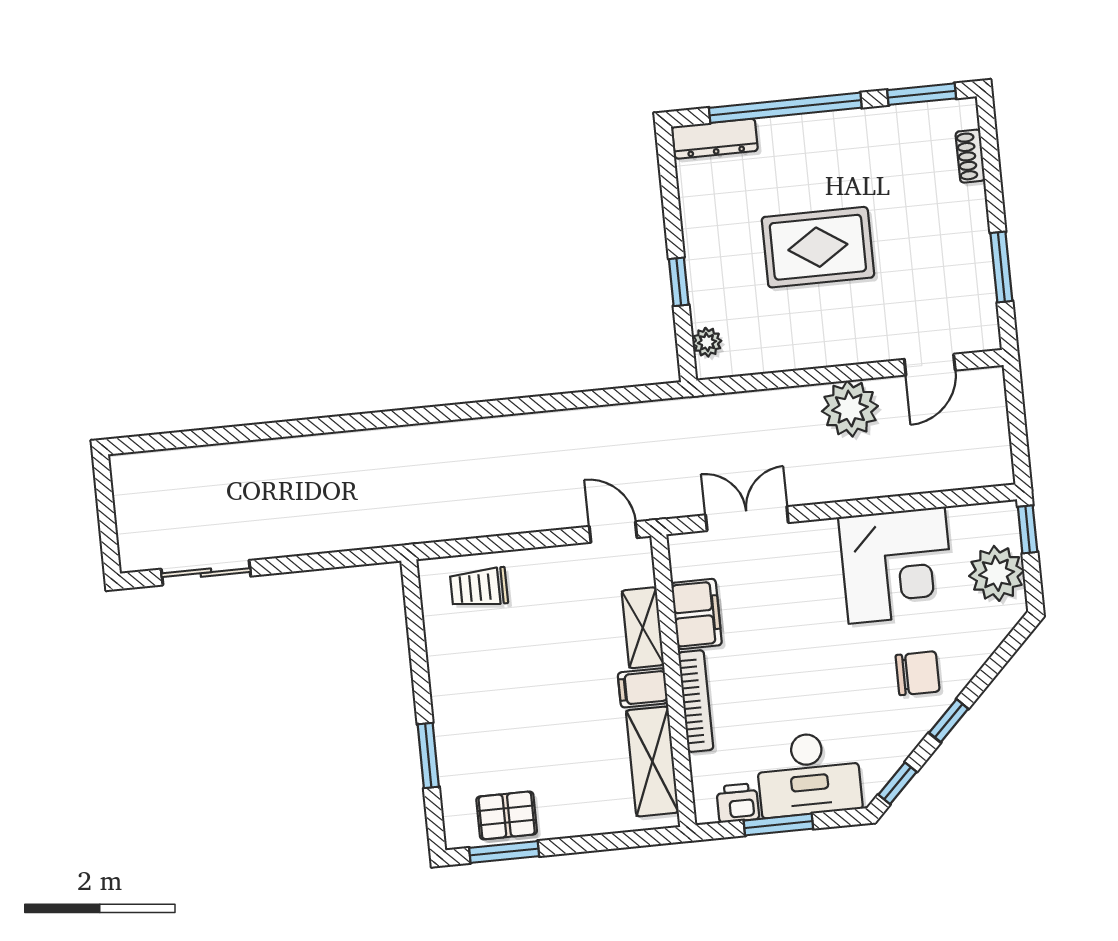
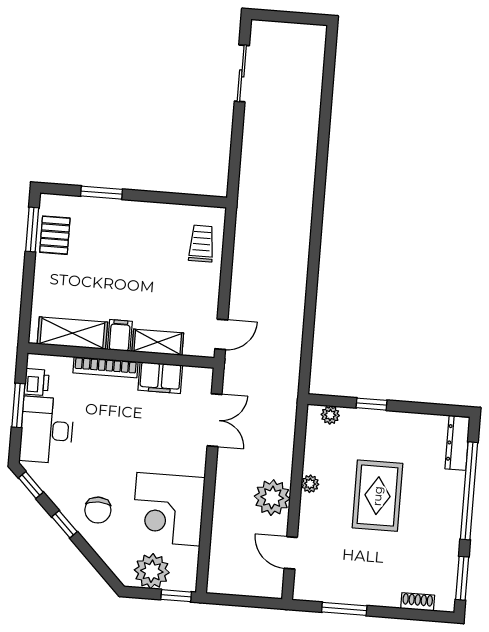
plant: (818, 354) -> (310, 484), added

